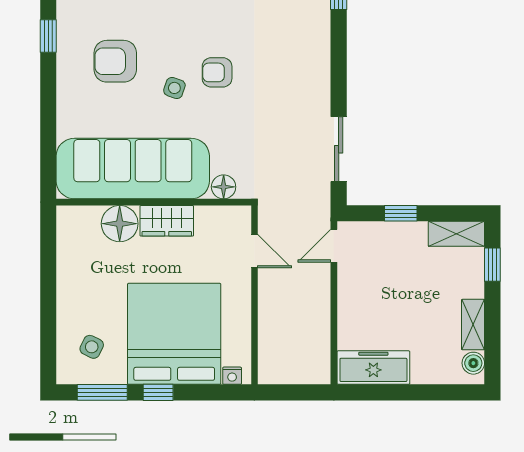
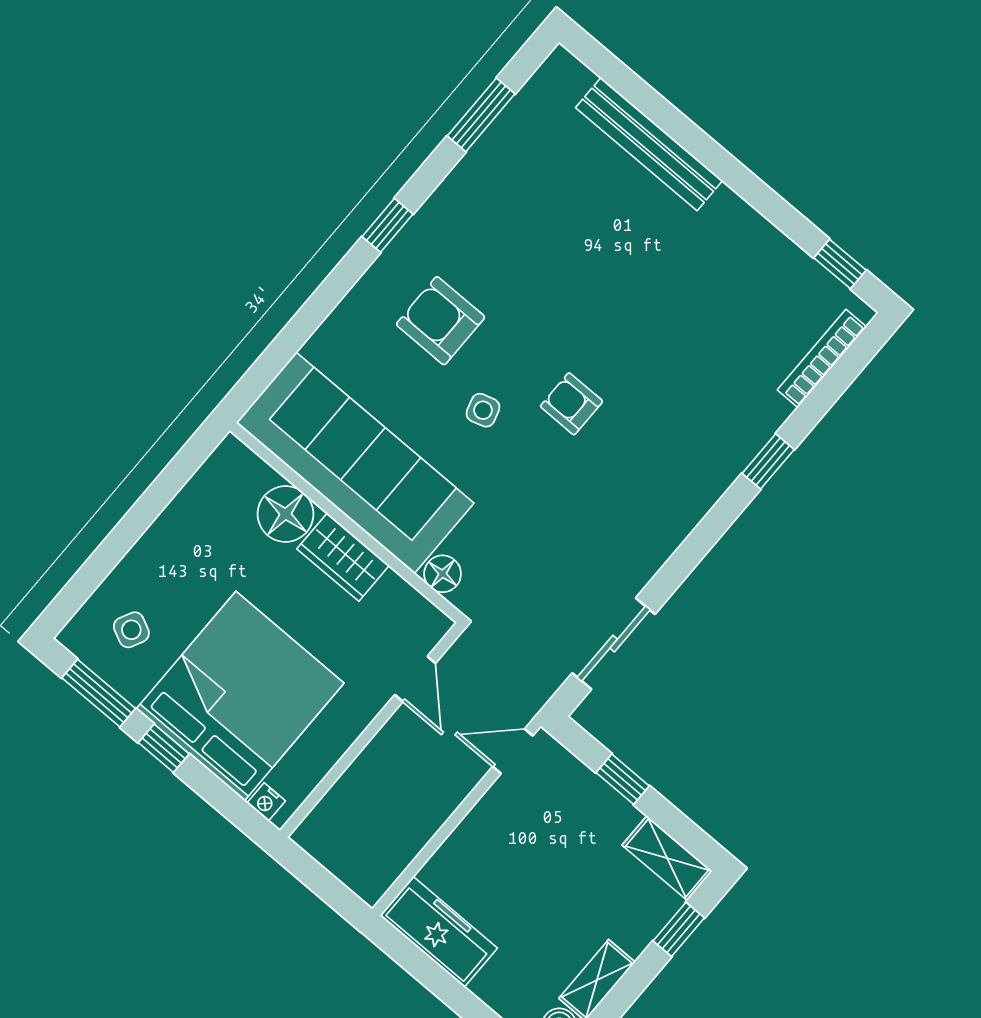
armchair: (217, 72) -> (571, 404), moved
side table: (174, 88) -> (483, 410), turned -36

